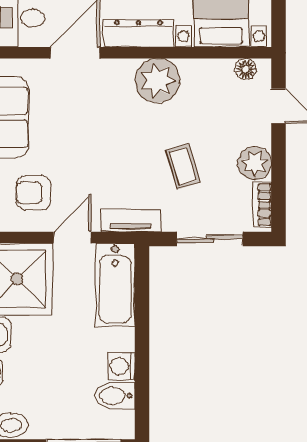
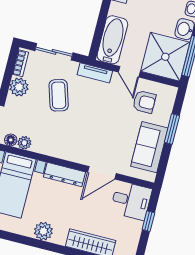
plant: (158, 81) -> (24, 143), moved, width x0.53, depth x0.53
coffee table: (183, 166) -> (59, 95), width x1.36, depth x1.30
door: (72, 238) -> (129, 72), hinge flipped

